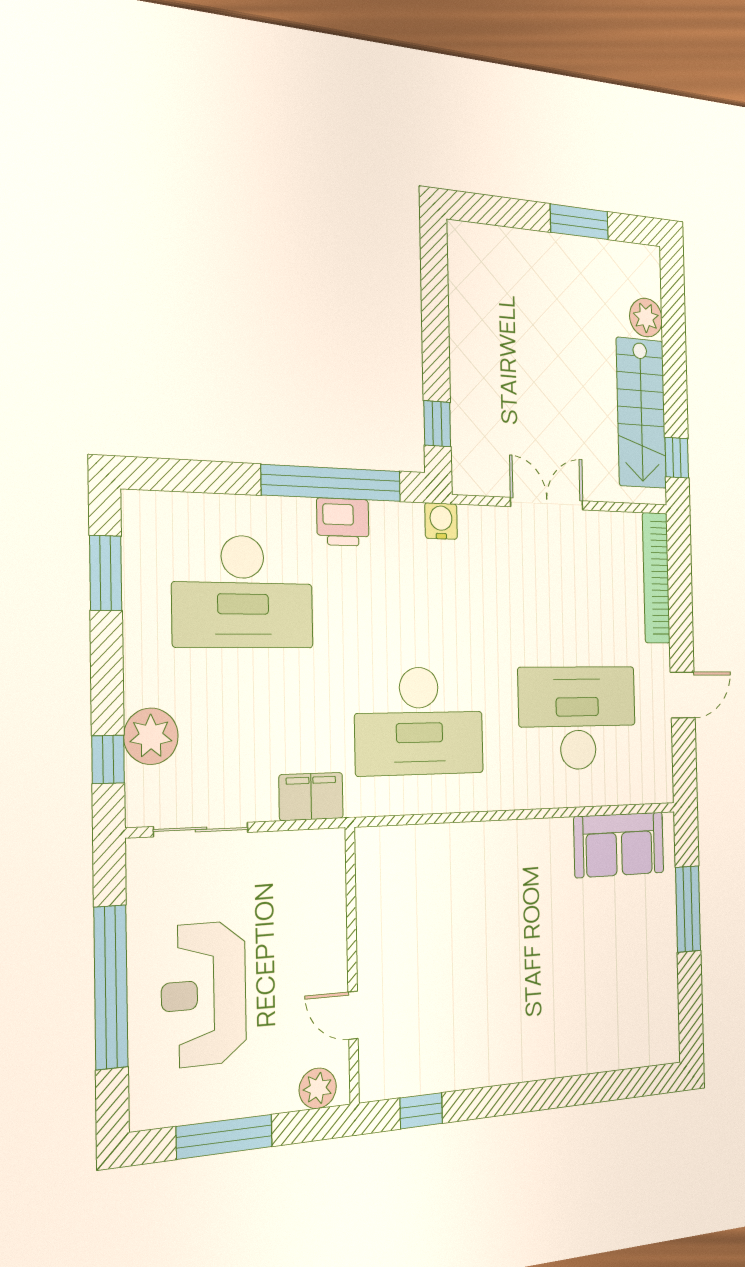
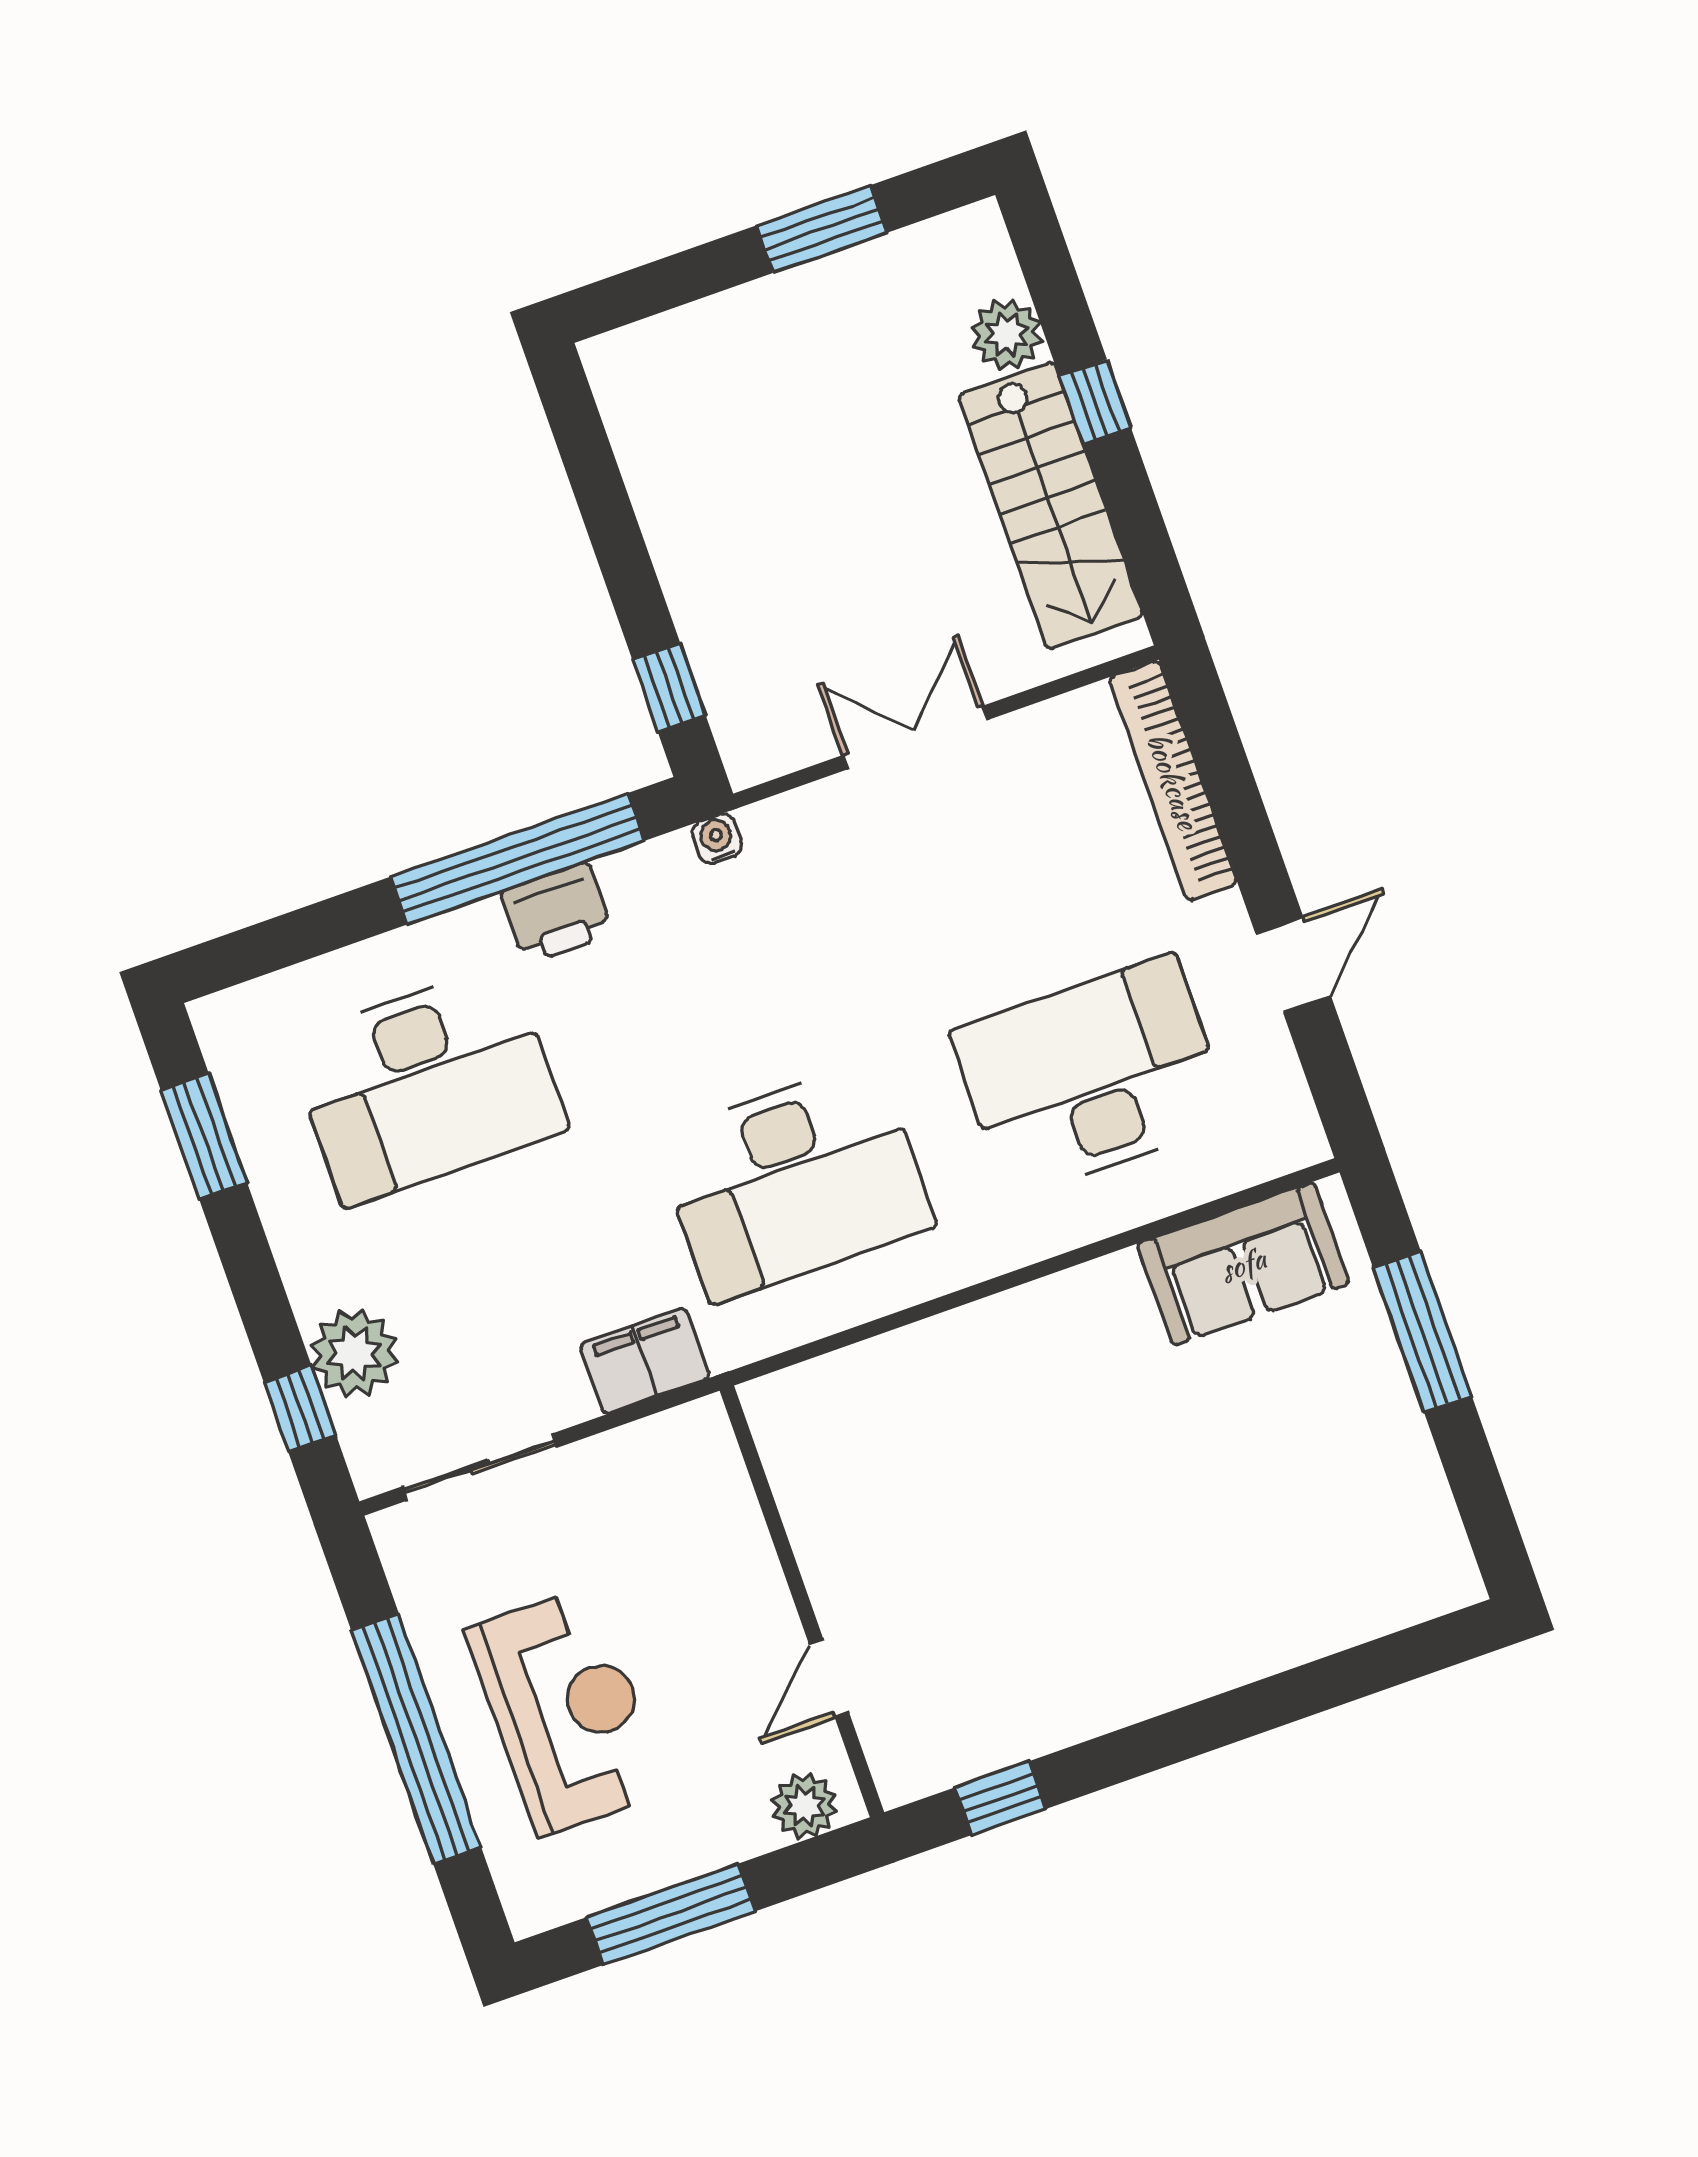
window: (677, 458) -> (1095, 402), moved
water cooler: (441, 521) -> (717, 839), width x0.72, depth x0.72
reception desk: (204, 994) -> (567, 1711), turned 180
door: (353, 1015) -> (829, 1679), hinge flipped

